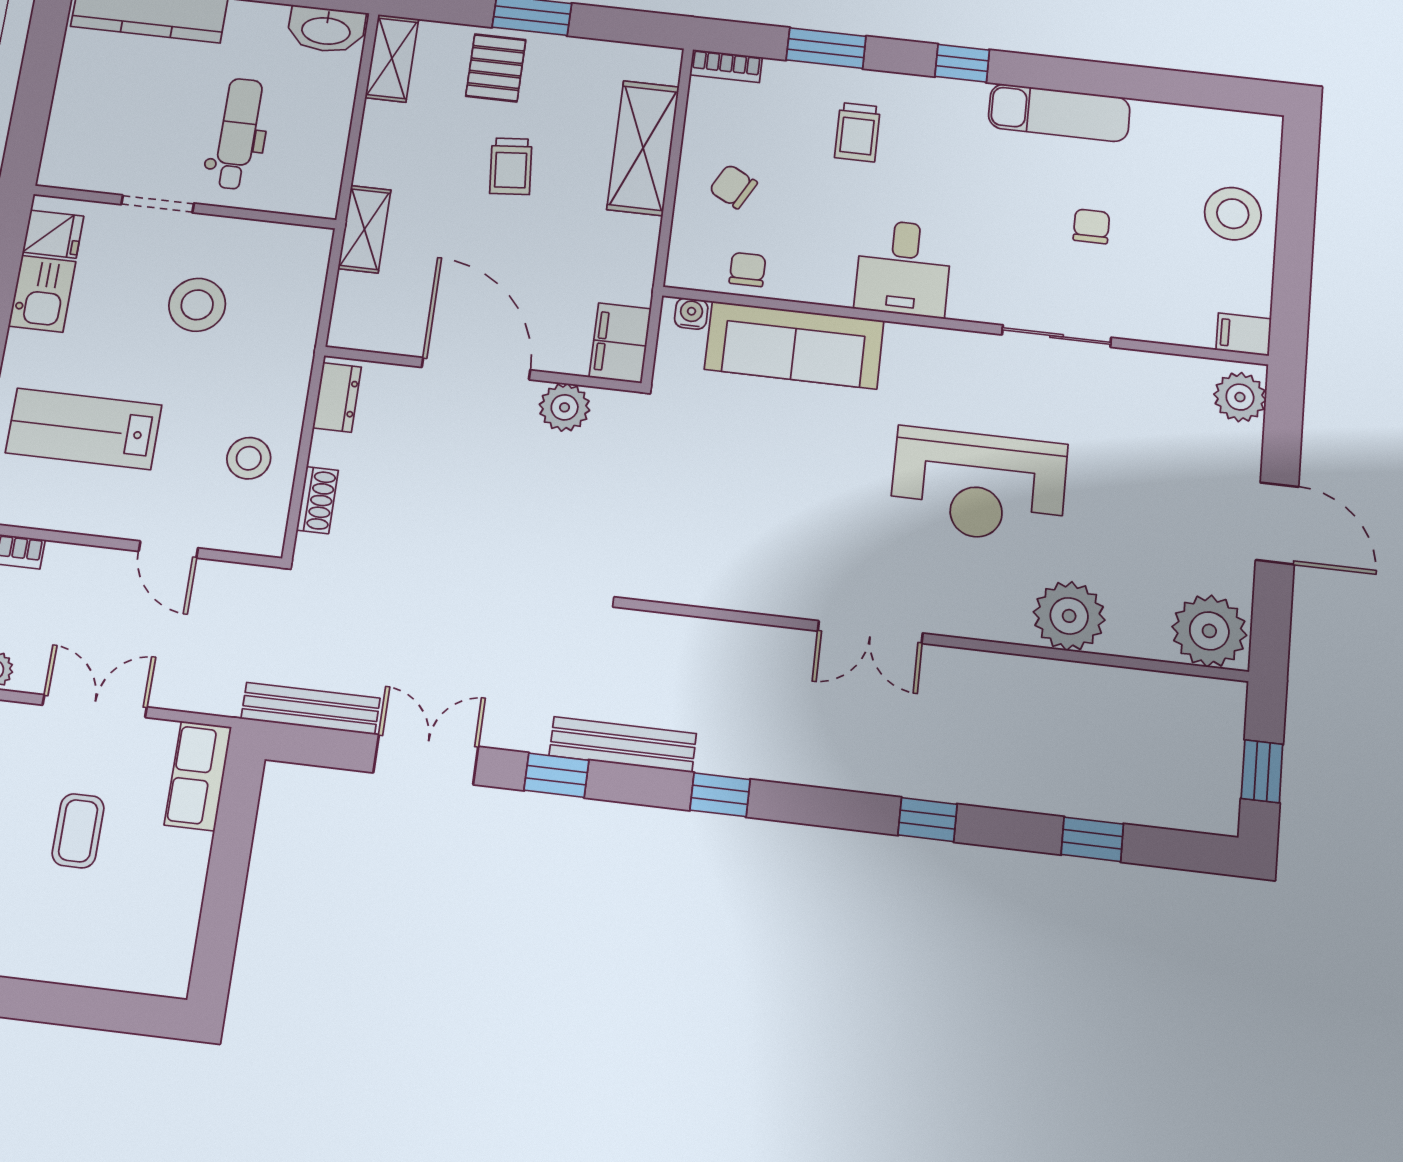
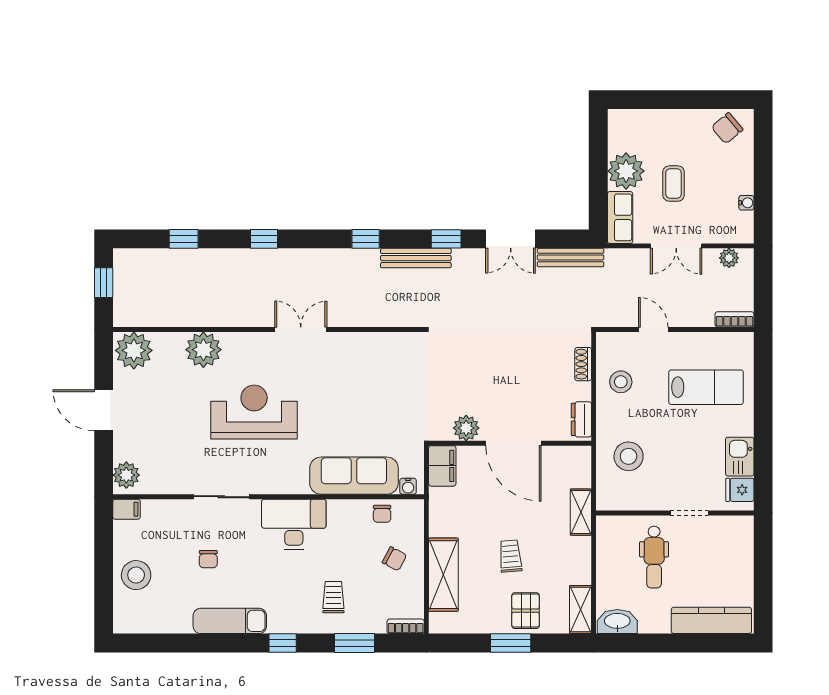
desk: (903, 268) -> (294, 524), width x1.37
stool: (197, 305) -> (629, 456), moved
plant: (170, 868) -> (626, 171), added

